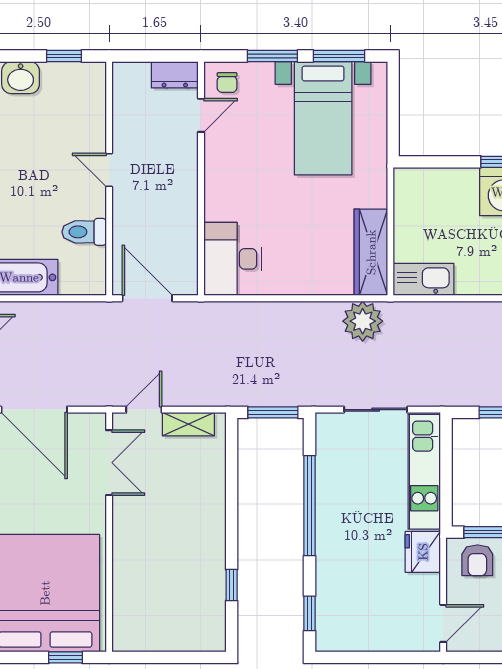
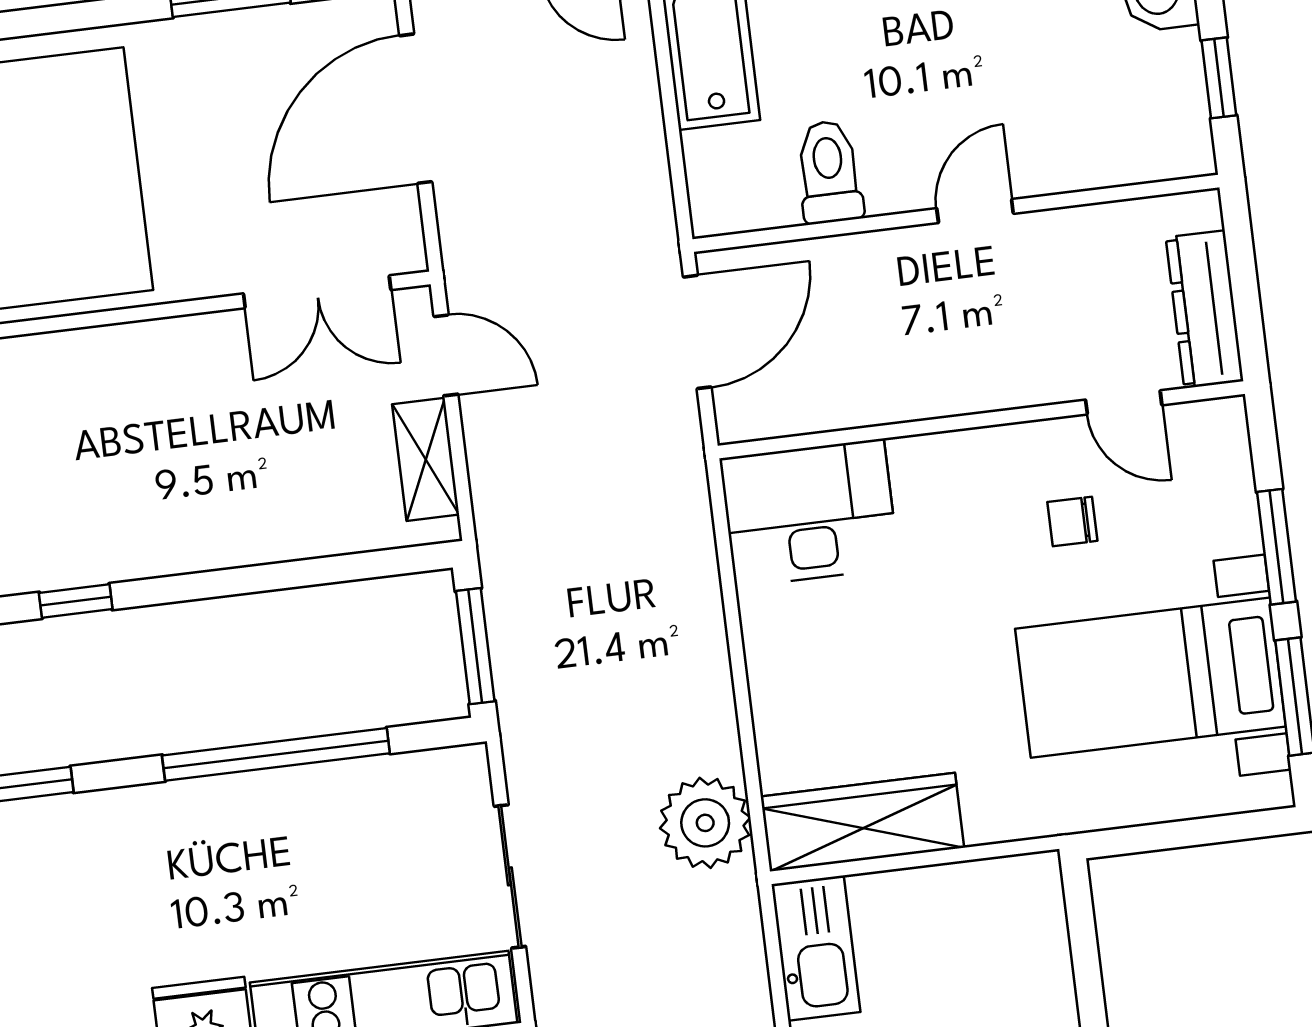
dresser: (175, 75) -> (1205, 309), width x1.44
chair: (227, 82) -> (1072, 521), moved

